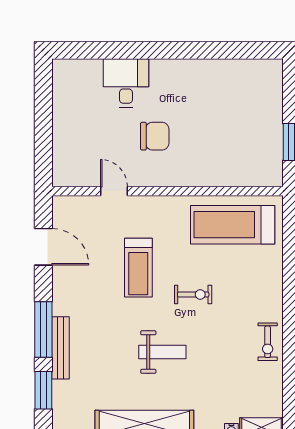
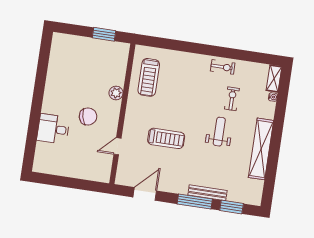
chair: (155, 136) -> (88, 116), turned 76
plant: (200, 176) -> (116, 93), added
treadmill: (233, 225) -> (149, 77), width x0.73, depth x0.73
exercise bike: (193, 294) -> (232, 99), moved

